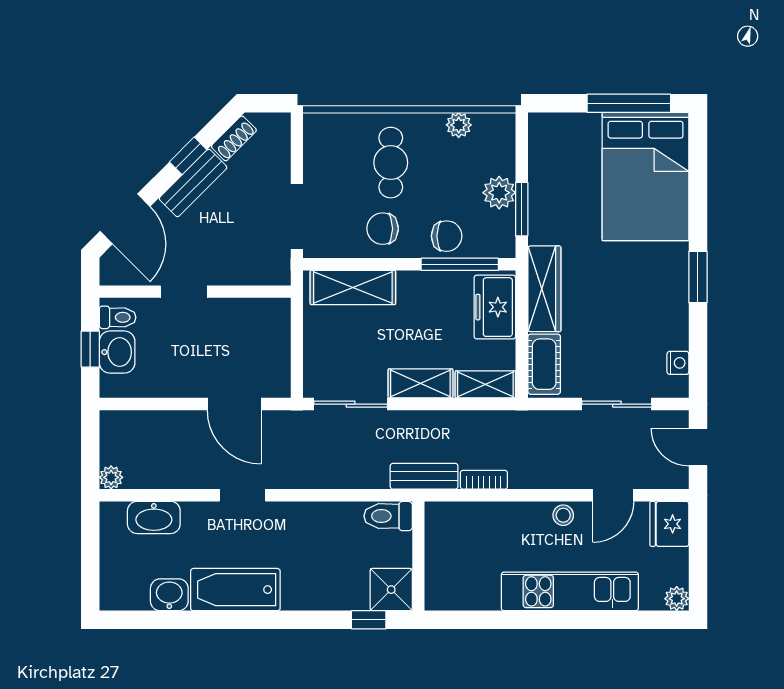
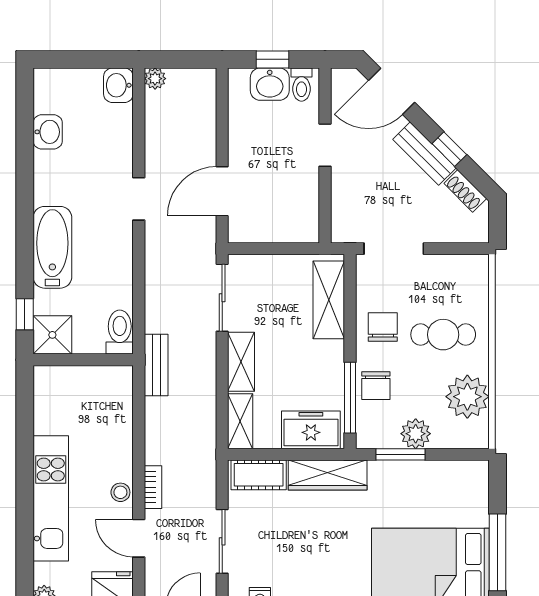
plant: (459, 125) -> (467, 397), width x1.88, depth x1.88
bookcase: (484, 480) -> (153, 487), moved
washbasin: (154, 517) -> (118, 85), moved, width x0.72
bathtub: (235, 590) -> (52, 247), moved

